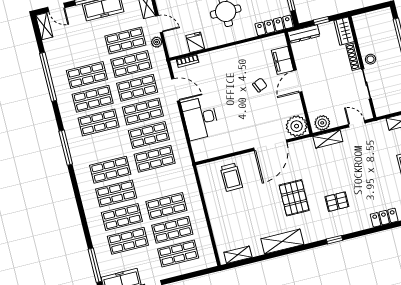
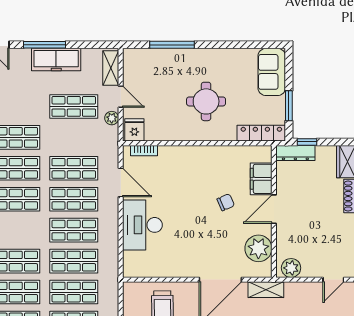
window: (321, 21) -> (307, 142), moved
fridge: (195, 42) -> (134, 130), moved
shop shelf: (131, 64) -> (74, 292), moved
door: (357, 124) -> (333, 280), swing flipped
plant: (297, 126) -> (258, 248), moved
shelving: (328, 139) -> (266, 290), moved

